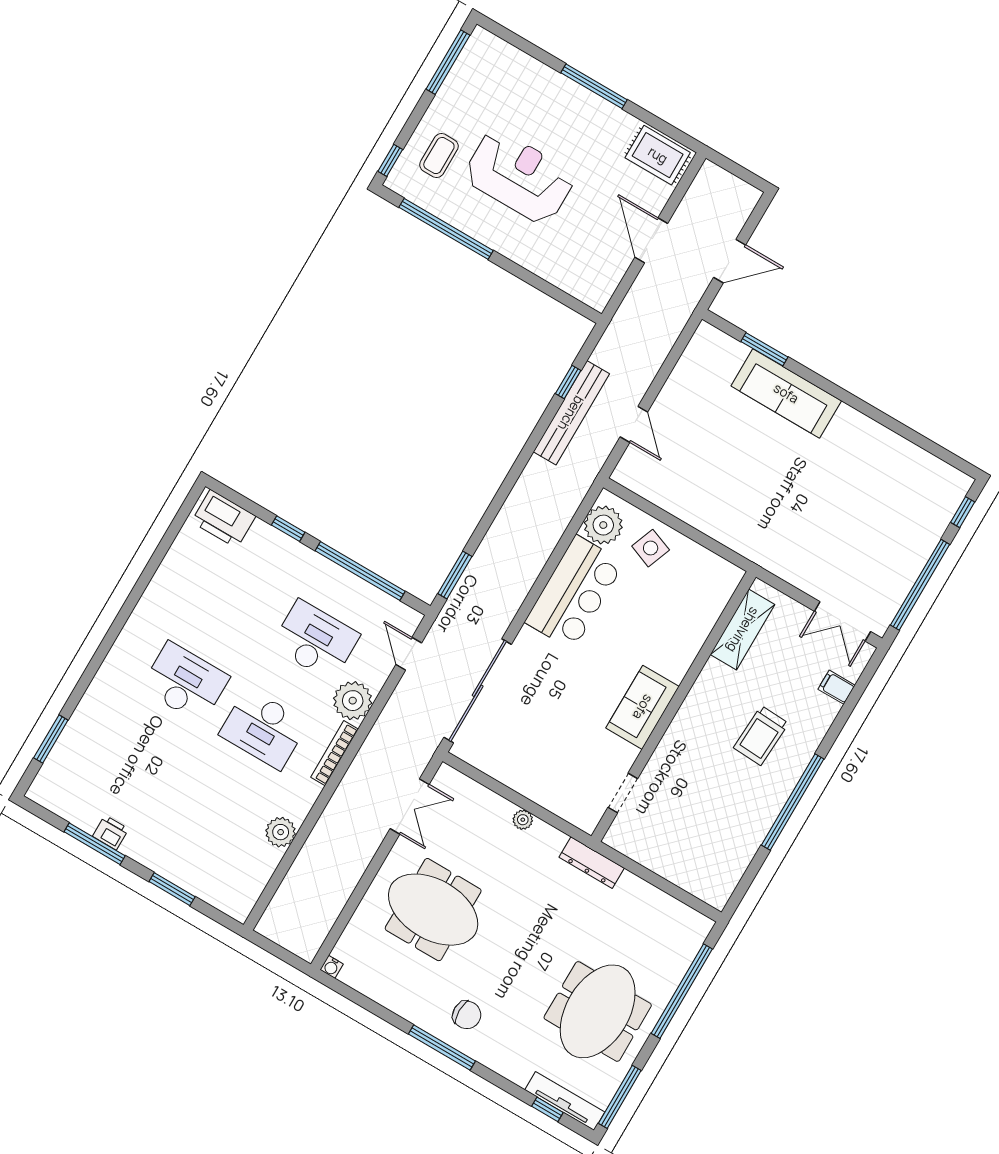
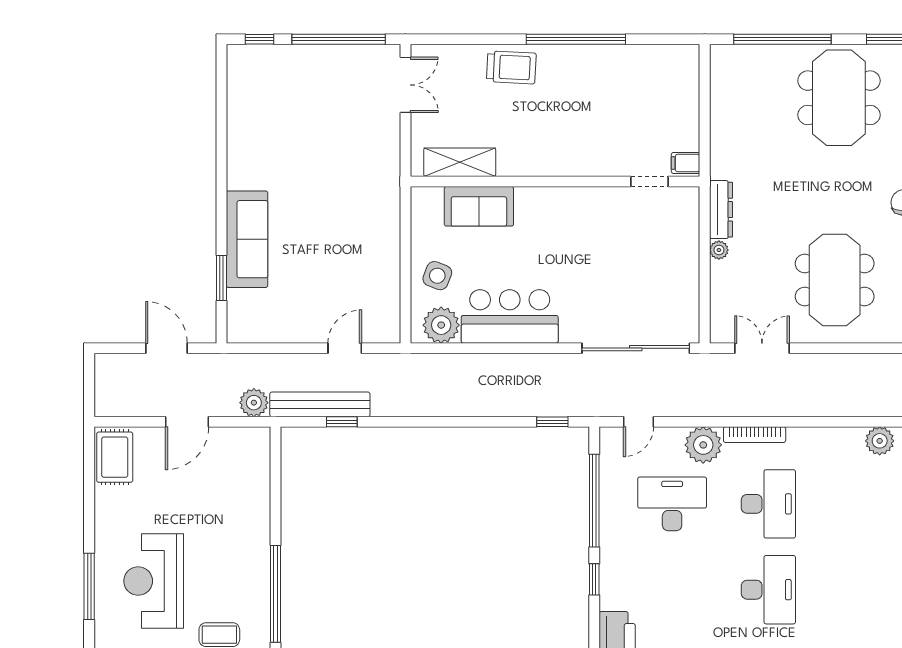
window: (594, 86) -> (89, 586), moved
reception desk: (519, 177) -> (154, 581), moved
plant: (633, 312) -> (254, 403), added
bench: (571, 413) -> (320, 404), moved
window: (455, 575) -> (552, 422), width x0.67
desk: (315, 640) -> (672, 504), turned 90
desk: (185, 683) -> (768, 590), turned 180
filing cabinet: (837, 687) -> (686, 163), moved, turned 90
sofa: (643, 707) -> (479, 206), moved
trolley: (761, 736) -> (511, 67), moved
plant: (281, 832) -> (880, 441), moved
dresser: (592, 863) -> (721, 210), moved
meeting table: (598, 1011) -> (839, 98), turned 90

